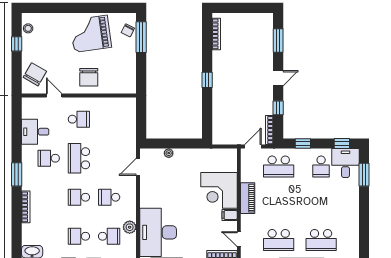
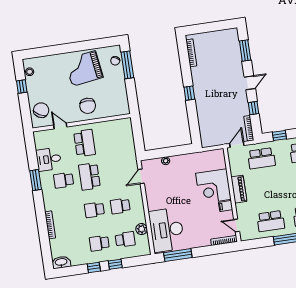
school desk: (79, 119) -> (85, 143), width x1.85
window: (17, 174) -> (36, 180), moved

